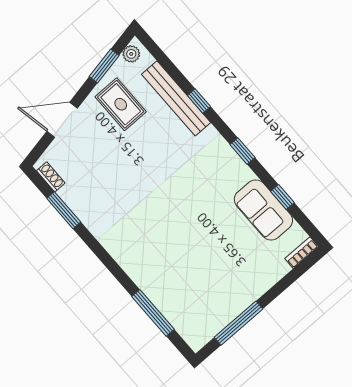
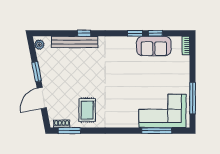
window: (104, 66) -> (37, 72), moved
rug: (121, 104) -> (87, 110), moved, turned 90
window: (242, 151) -> (135, 33), moved
window: (64, 210) -> (69, 131), moved
corner sofa: (186, 297) -> (162, 111), added

